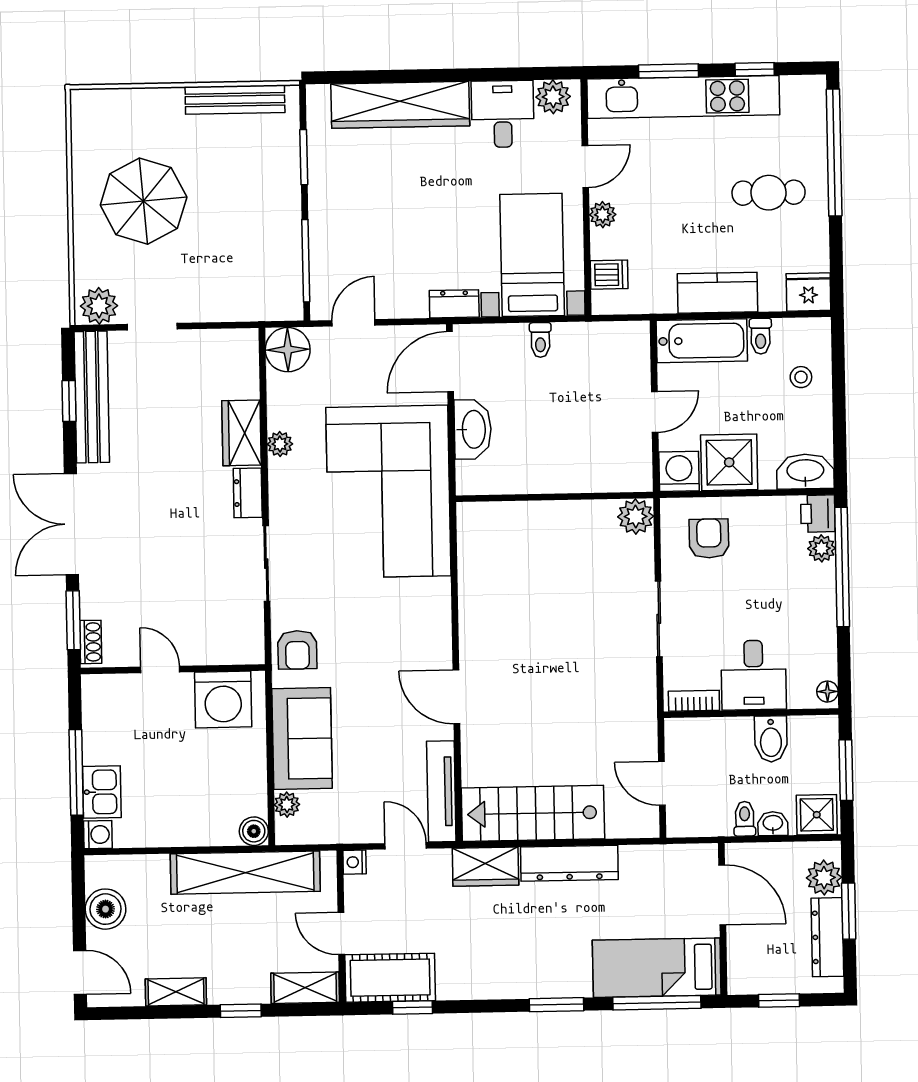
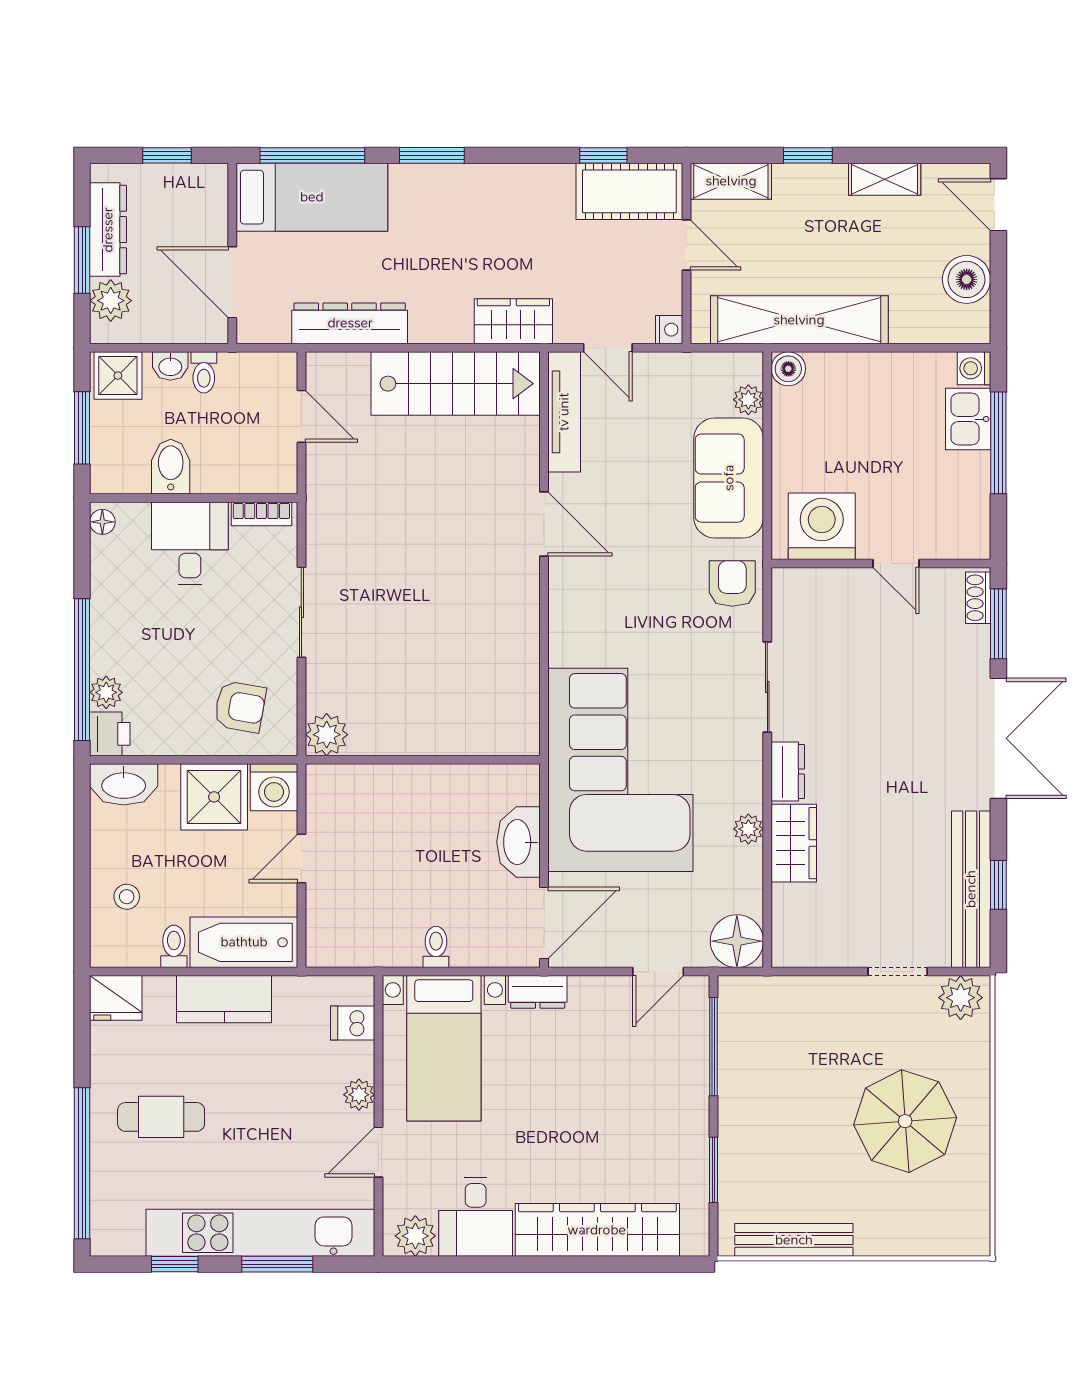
armchair: (709, 538) -> (240, 707), turned -80
dresser: (569, 863) -> (350, 323), moved

